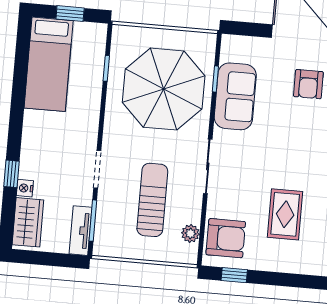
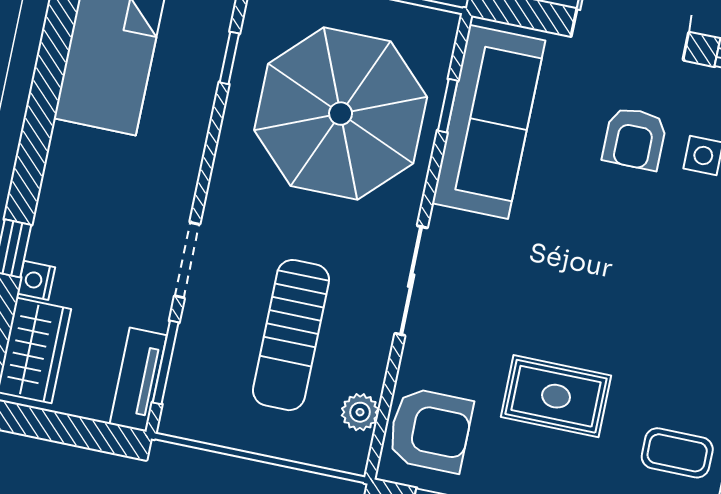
sofa: (235, 96) -> (489, 122), width x1.36
sun lounger: (152, 200) -> (291, 335), turned 180
rug: (285, 214) -> (556, 396), turned 90

